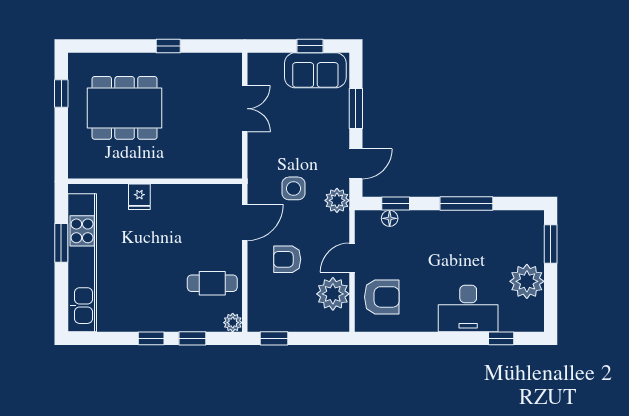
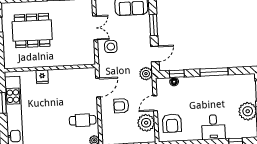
side table: (294, 188) -> (111, 47), moved
armchair: (382, 297) -> (172, 123), turned 90
desk: (468, 308) -> (213, 127), width x0.73

